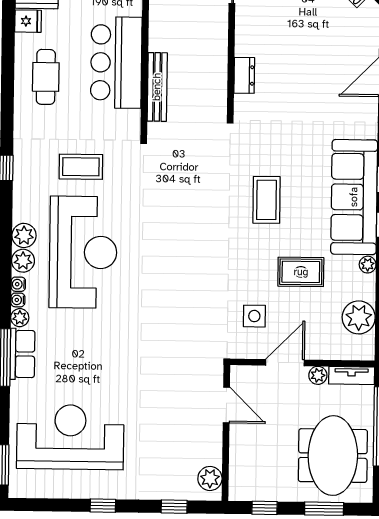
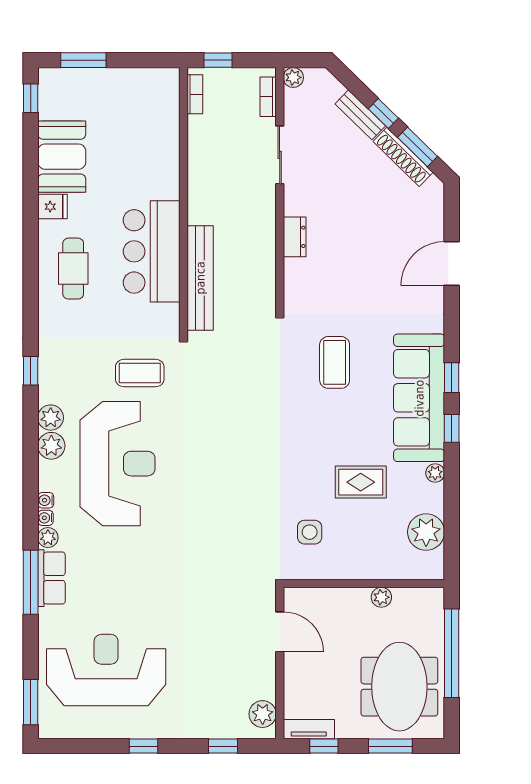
dresser: (244, 75) -> (295, 237), moved
bench: (157, 87) -> (200, 278), width x1.37, depth x1.21
coffee table: (81, 167) -> (140, 373), moved
coffee table: (266, 200) -> (335, 362), moved
plant: (23, 261) -> (51, 418), moved
door: (285, 363) -> (344, 584), removed
tv unit: (352, 375) -> (309, 729), moved, turned 180

